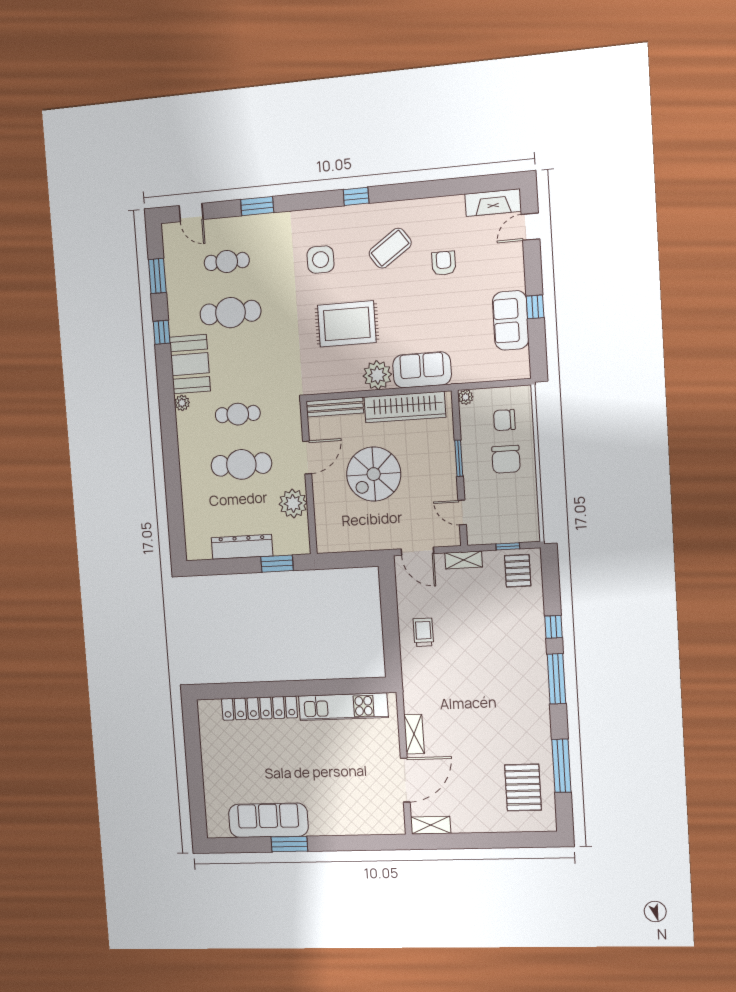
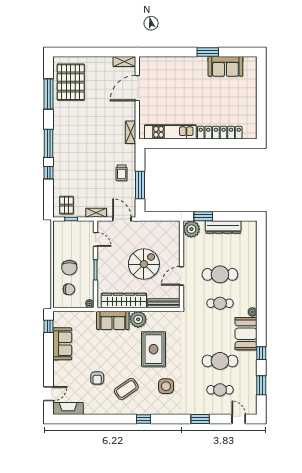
window: (535, 307) -> (49, 326), moved
rug: (347, 324) -> (154, 349), turned 90
chair: (506, 459) -> (69, 268), turned 180
plant: (293, 503) -> (191, 229), moved
window: (389, 613) -> (140, 185), added
shelving: (414, 734) -> (131, 132), moved
pallet: (523, 788) -> (71, 82), width x1.37, depth x1.41
sofa: (268, 820) -> (225, 66), width x0.73

